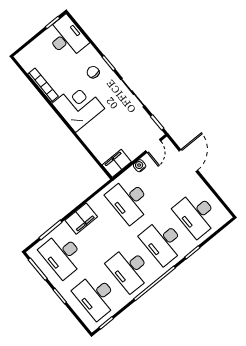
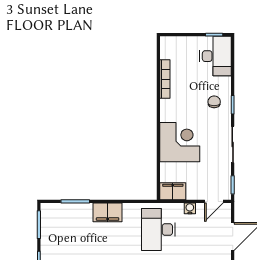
corner desk: (78, 106) -> (180, 142), moved
desk: (62, 255) -> (68, 230), removed

